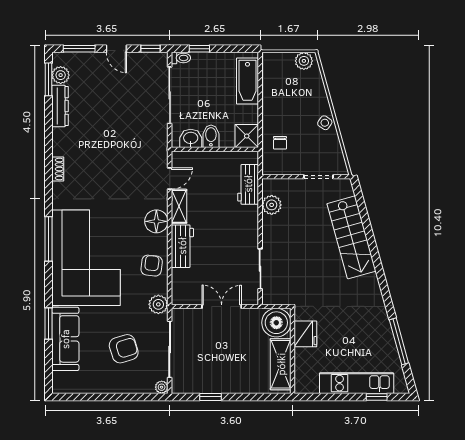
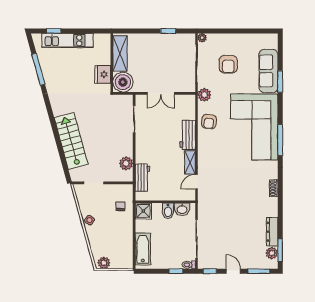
floor lamp: (156, 221) -> (206, 152), removed
armchair: (124, 349) -> (228, 64), turned -73

